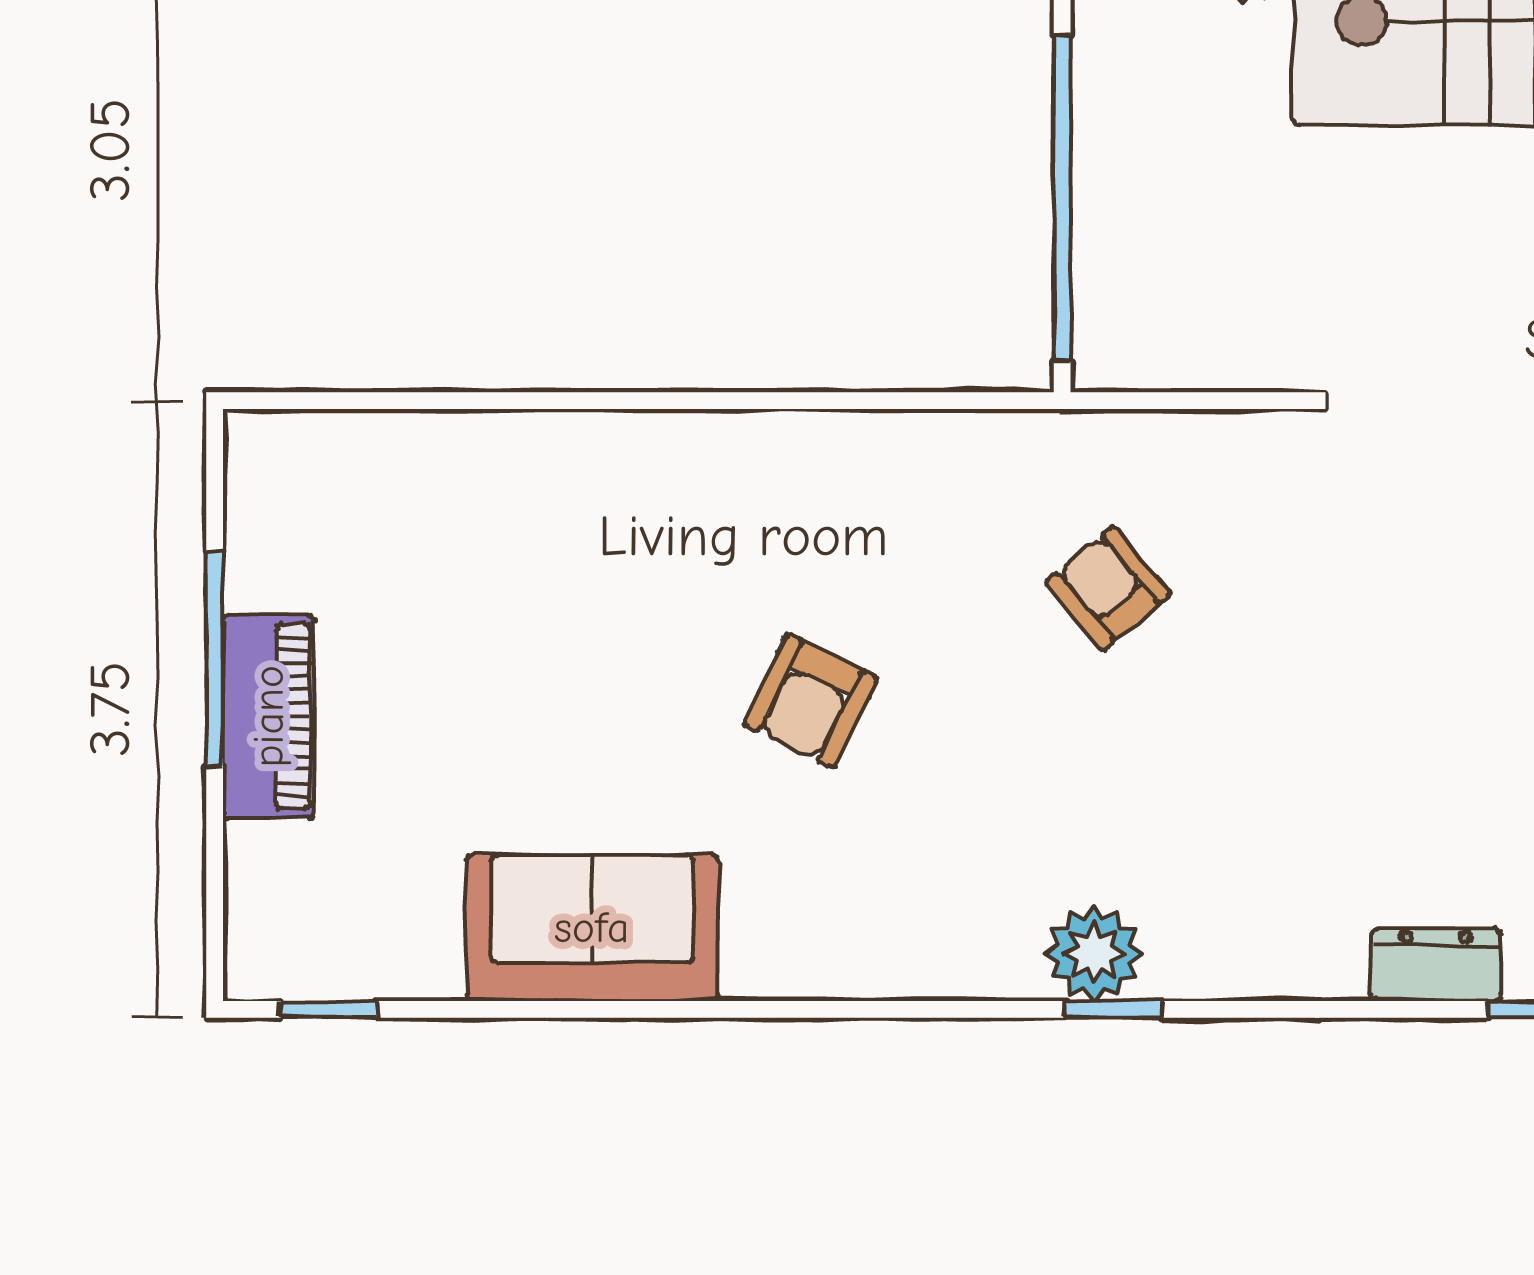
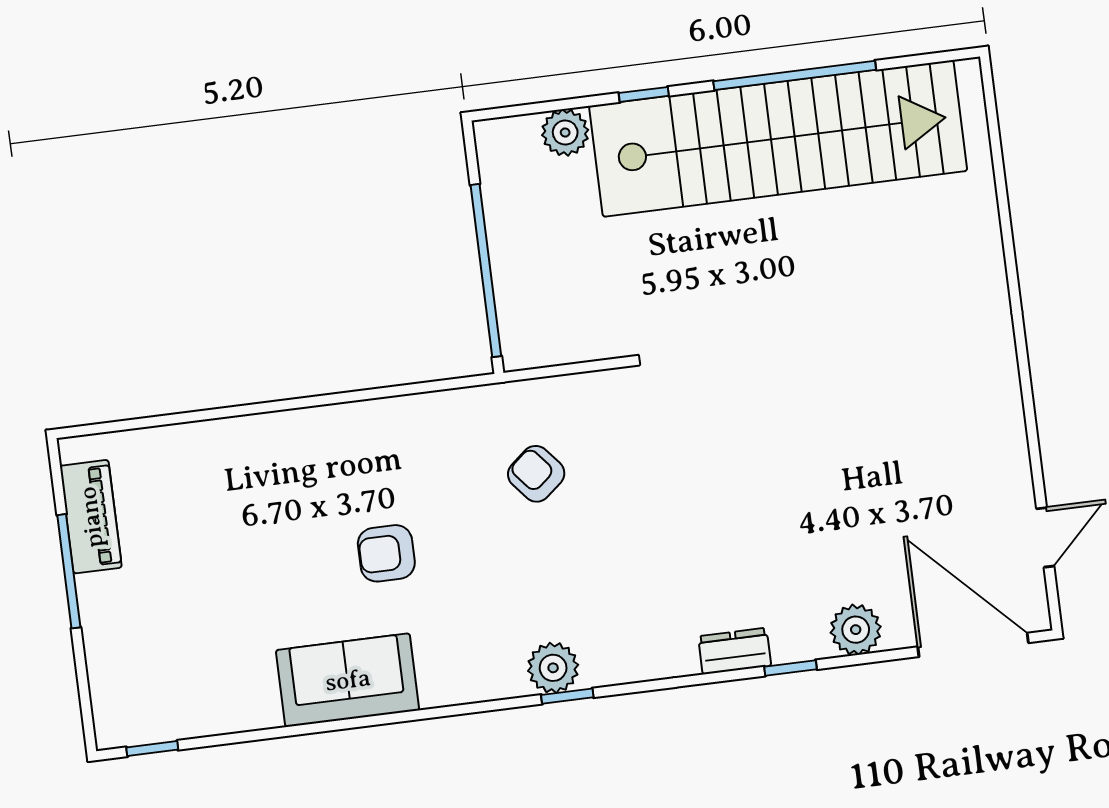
armchair: (810, 701) -> (386, 553), turned 64
piano: (269, 716) -> (91, 517), moved
sofa: (592, 928) -> (348, 680), moved

